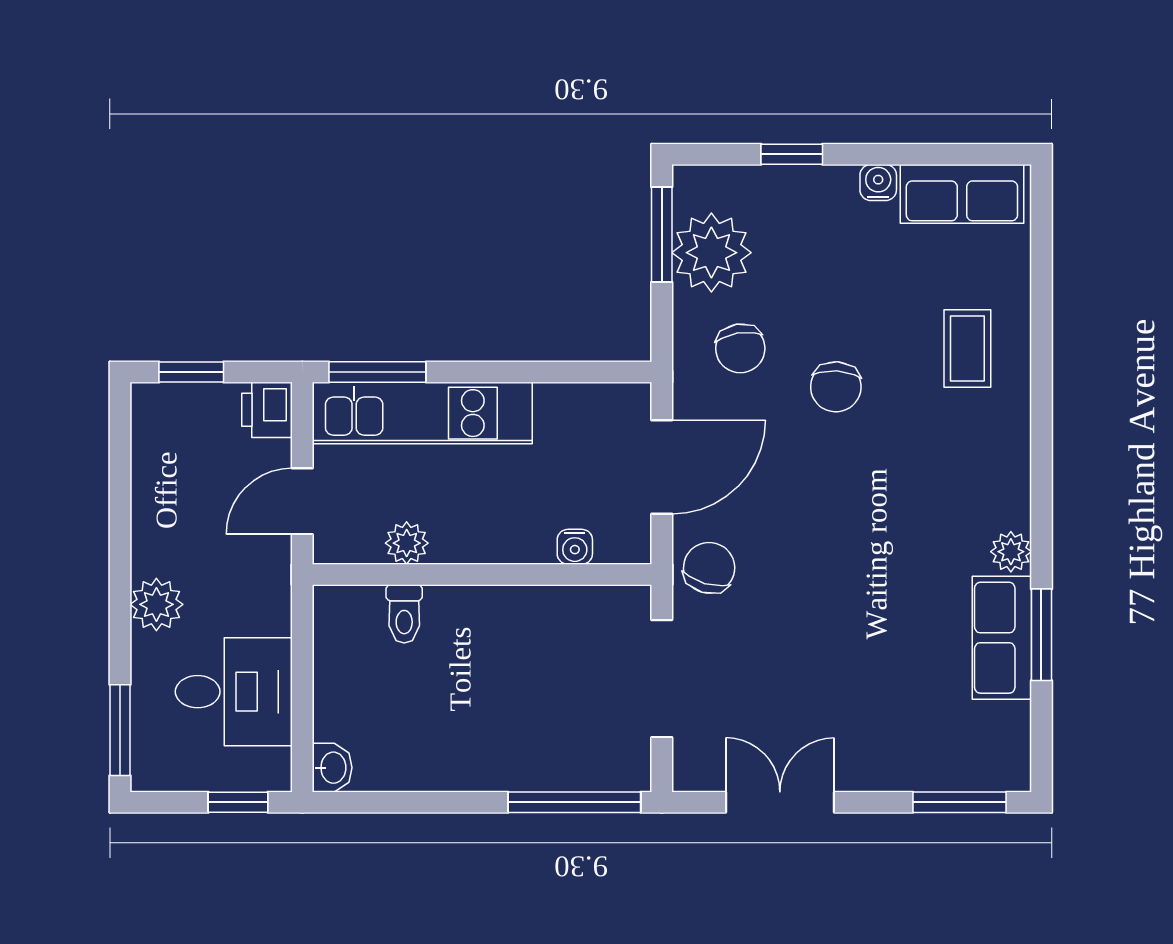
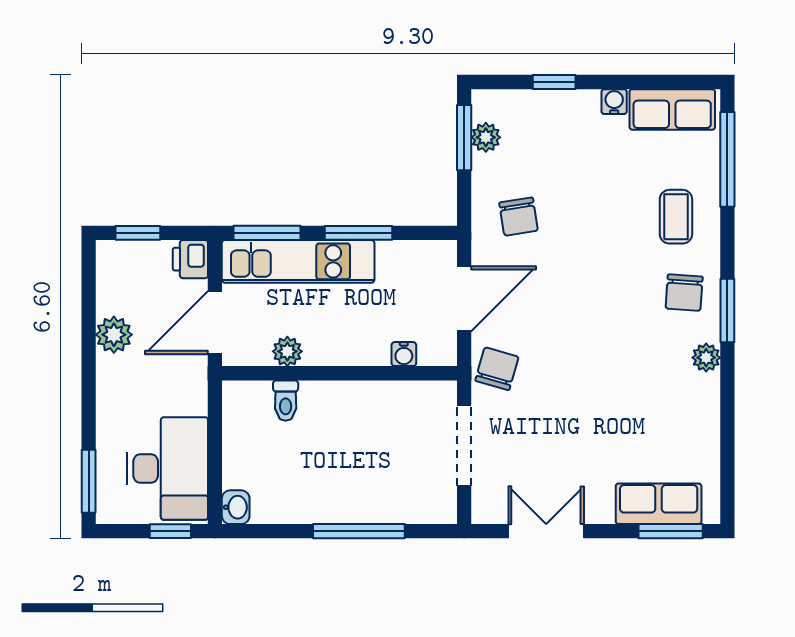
plant: (711, 253) -> (486, 137), width x0.53, depth x0.53
window: (1041, 266) -> (727, 159), added
window: (509, 372) -> (359, 233), added
chair: (836, 387) -> (684, 293), moved
door: (302, 501) -> (215, 323), width x1.38
plant: (156, 604) -> (114, 335), moved
window: (1041, 635) -> (727, 310), moved
row of seats: (1002, 638) -> (659, 504), moved, turned 90
desk: (234, 692) -> (167, 468), width x1.37
window: (574, 802) -> (359, 531), moved

